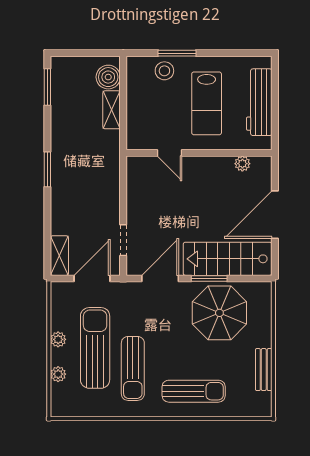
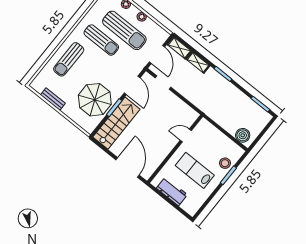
workbench: (259, 102) -> (172, 191), width x0.73
shelving: (112, 110) -> (198, 63), moved
plant: (242, 164) -> (154, 165), removed
door: (275, 215) -> (128, 167), moved
sun lounger: (133, 368) -> (101, 40), turned 180

